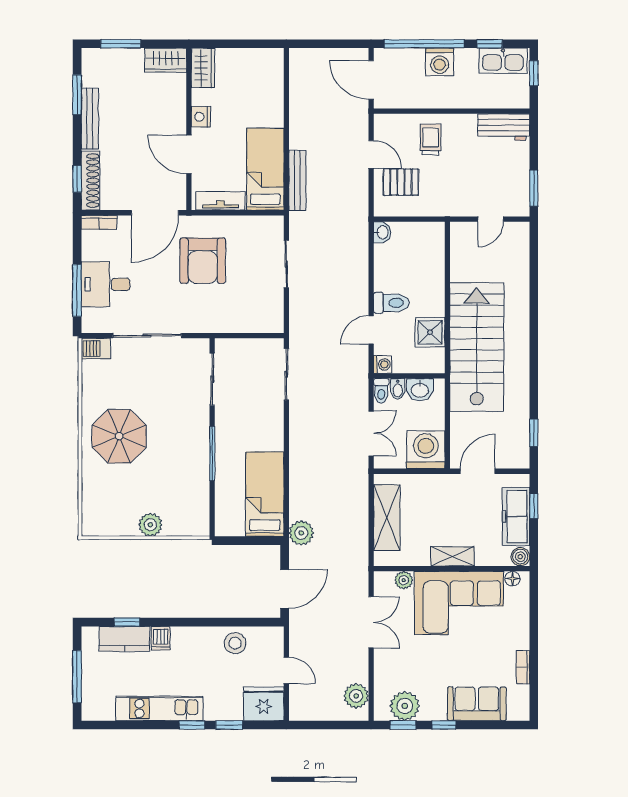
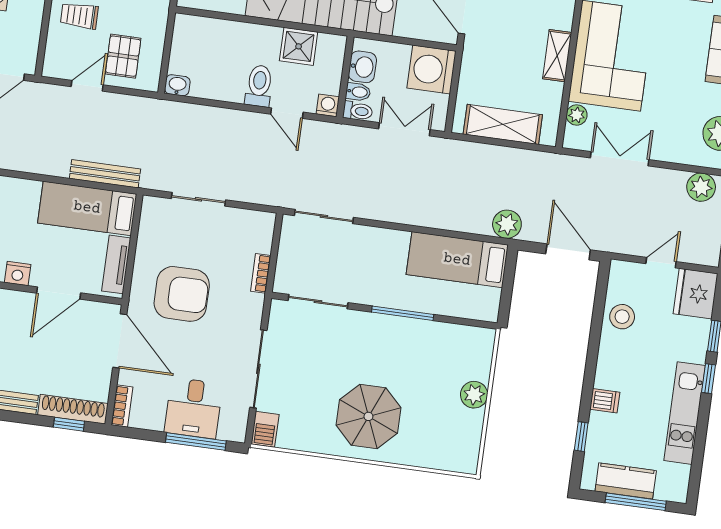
bookcase: (230, 326) -> (261, 273), added
kitchen counter: (124, 639) -> (626, 481), moved, turned -90

